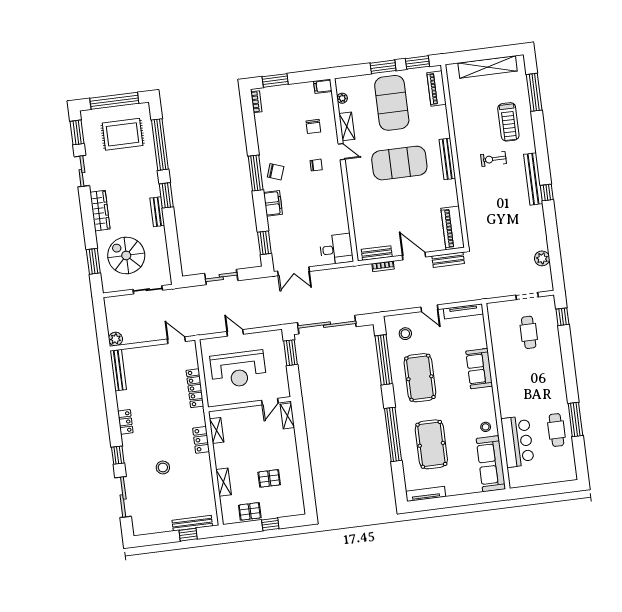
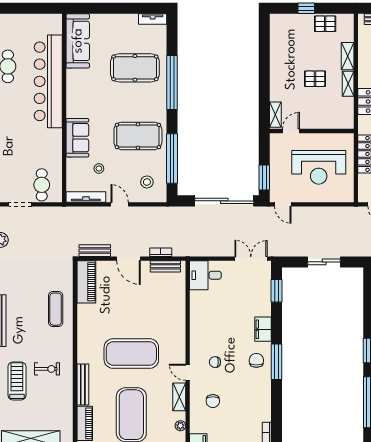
chair: (313, 126) -> (213, 401), turned 180
bench: (447, 159) -> (83, 384), moved
exercise bike: (493, 159) -> (47, 369), moved
chair: (276, 172) -> (256, 360), turned 71
exercise mat: (479, 197) -> (56, 309), added
cafe table: (529, 332) -> (42, 185), moved
door: (235, 333) -> (283, 204), moved
reception desk: (238, 369) -> (319, 167), turned 180
pool table: (420, 378) -> (138, 136), turned 90
stool: (486, 427) -> (99, 169), moved
shelving: (217, 430) -> (348, 84), moved
bar counter: (518, 441) -> (48, 81), width x1.86
pool table: (431, 444) -> (135, 68), turned 90
pallet: (269, 478) -> (315, 79), moved
tv unit: (426, 494) -> (153, 19), width x0.71

